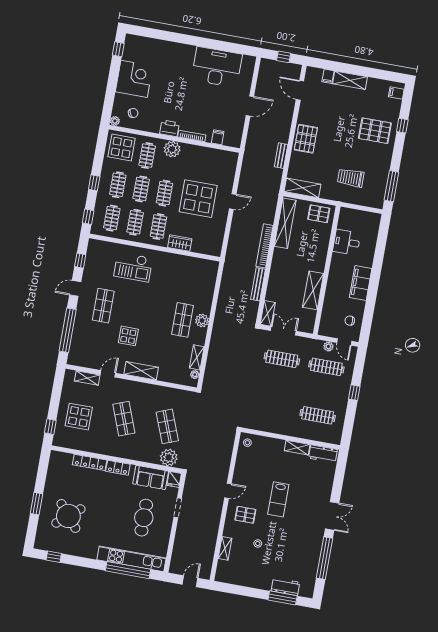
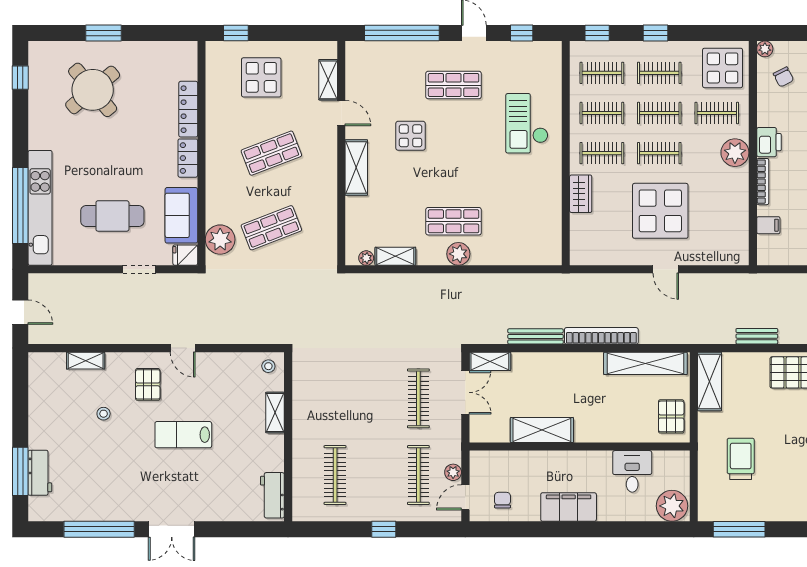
plant: (371, 223) -> (672, 506), added
shelving: (297, 448) -> (275, 412), moved

